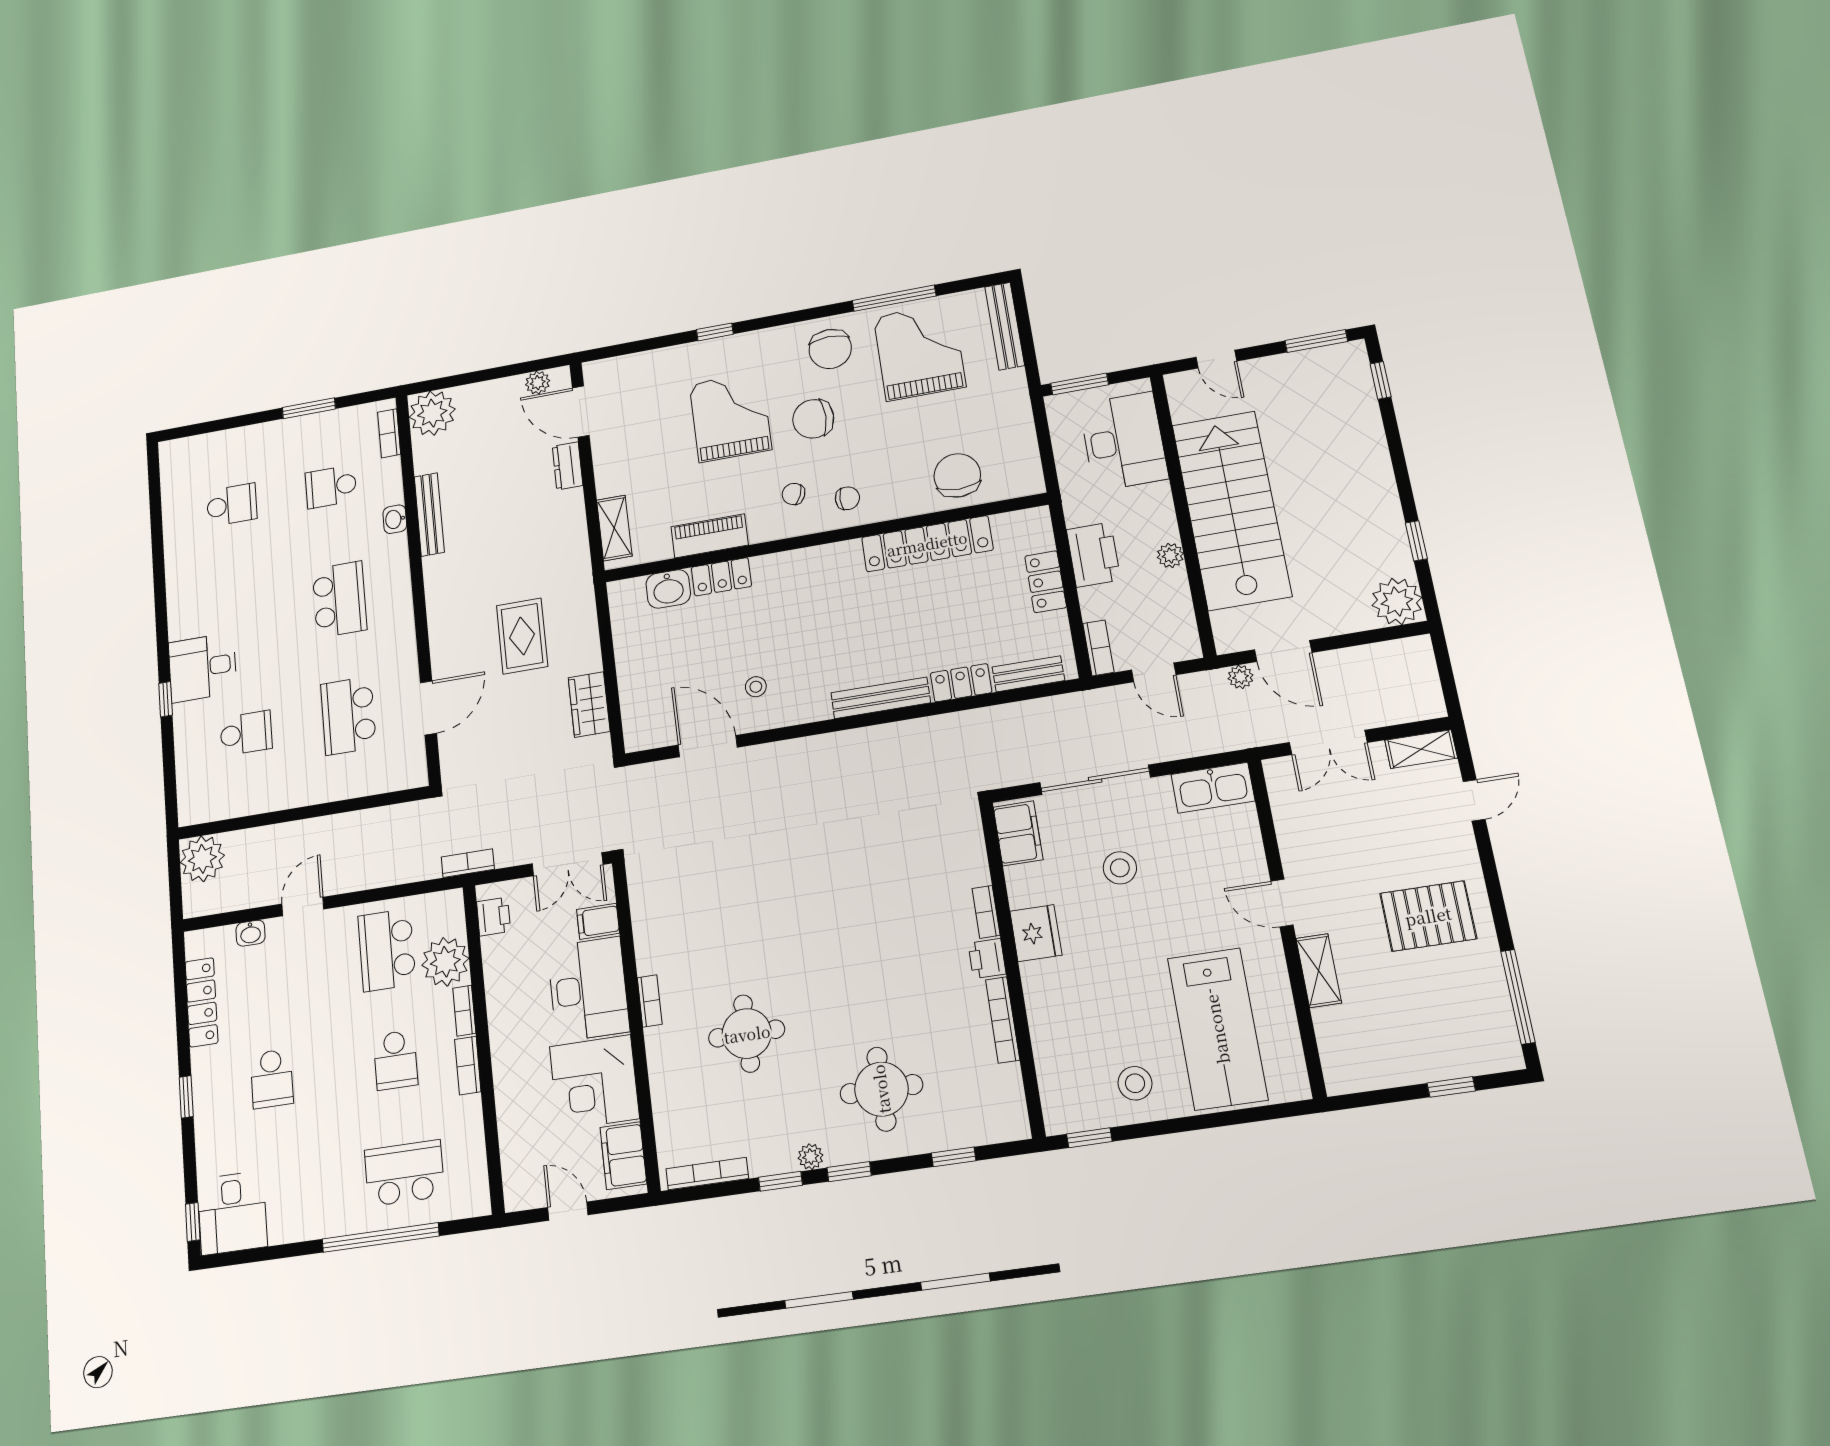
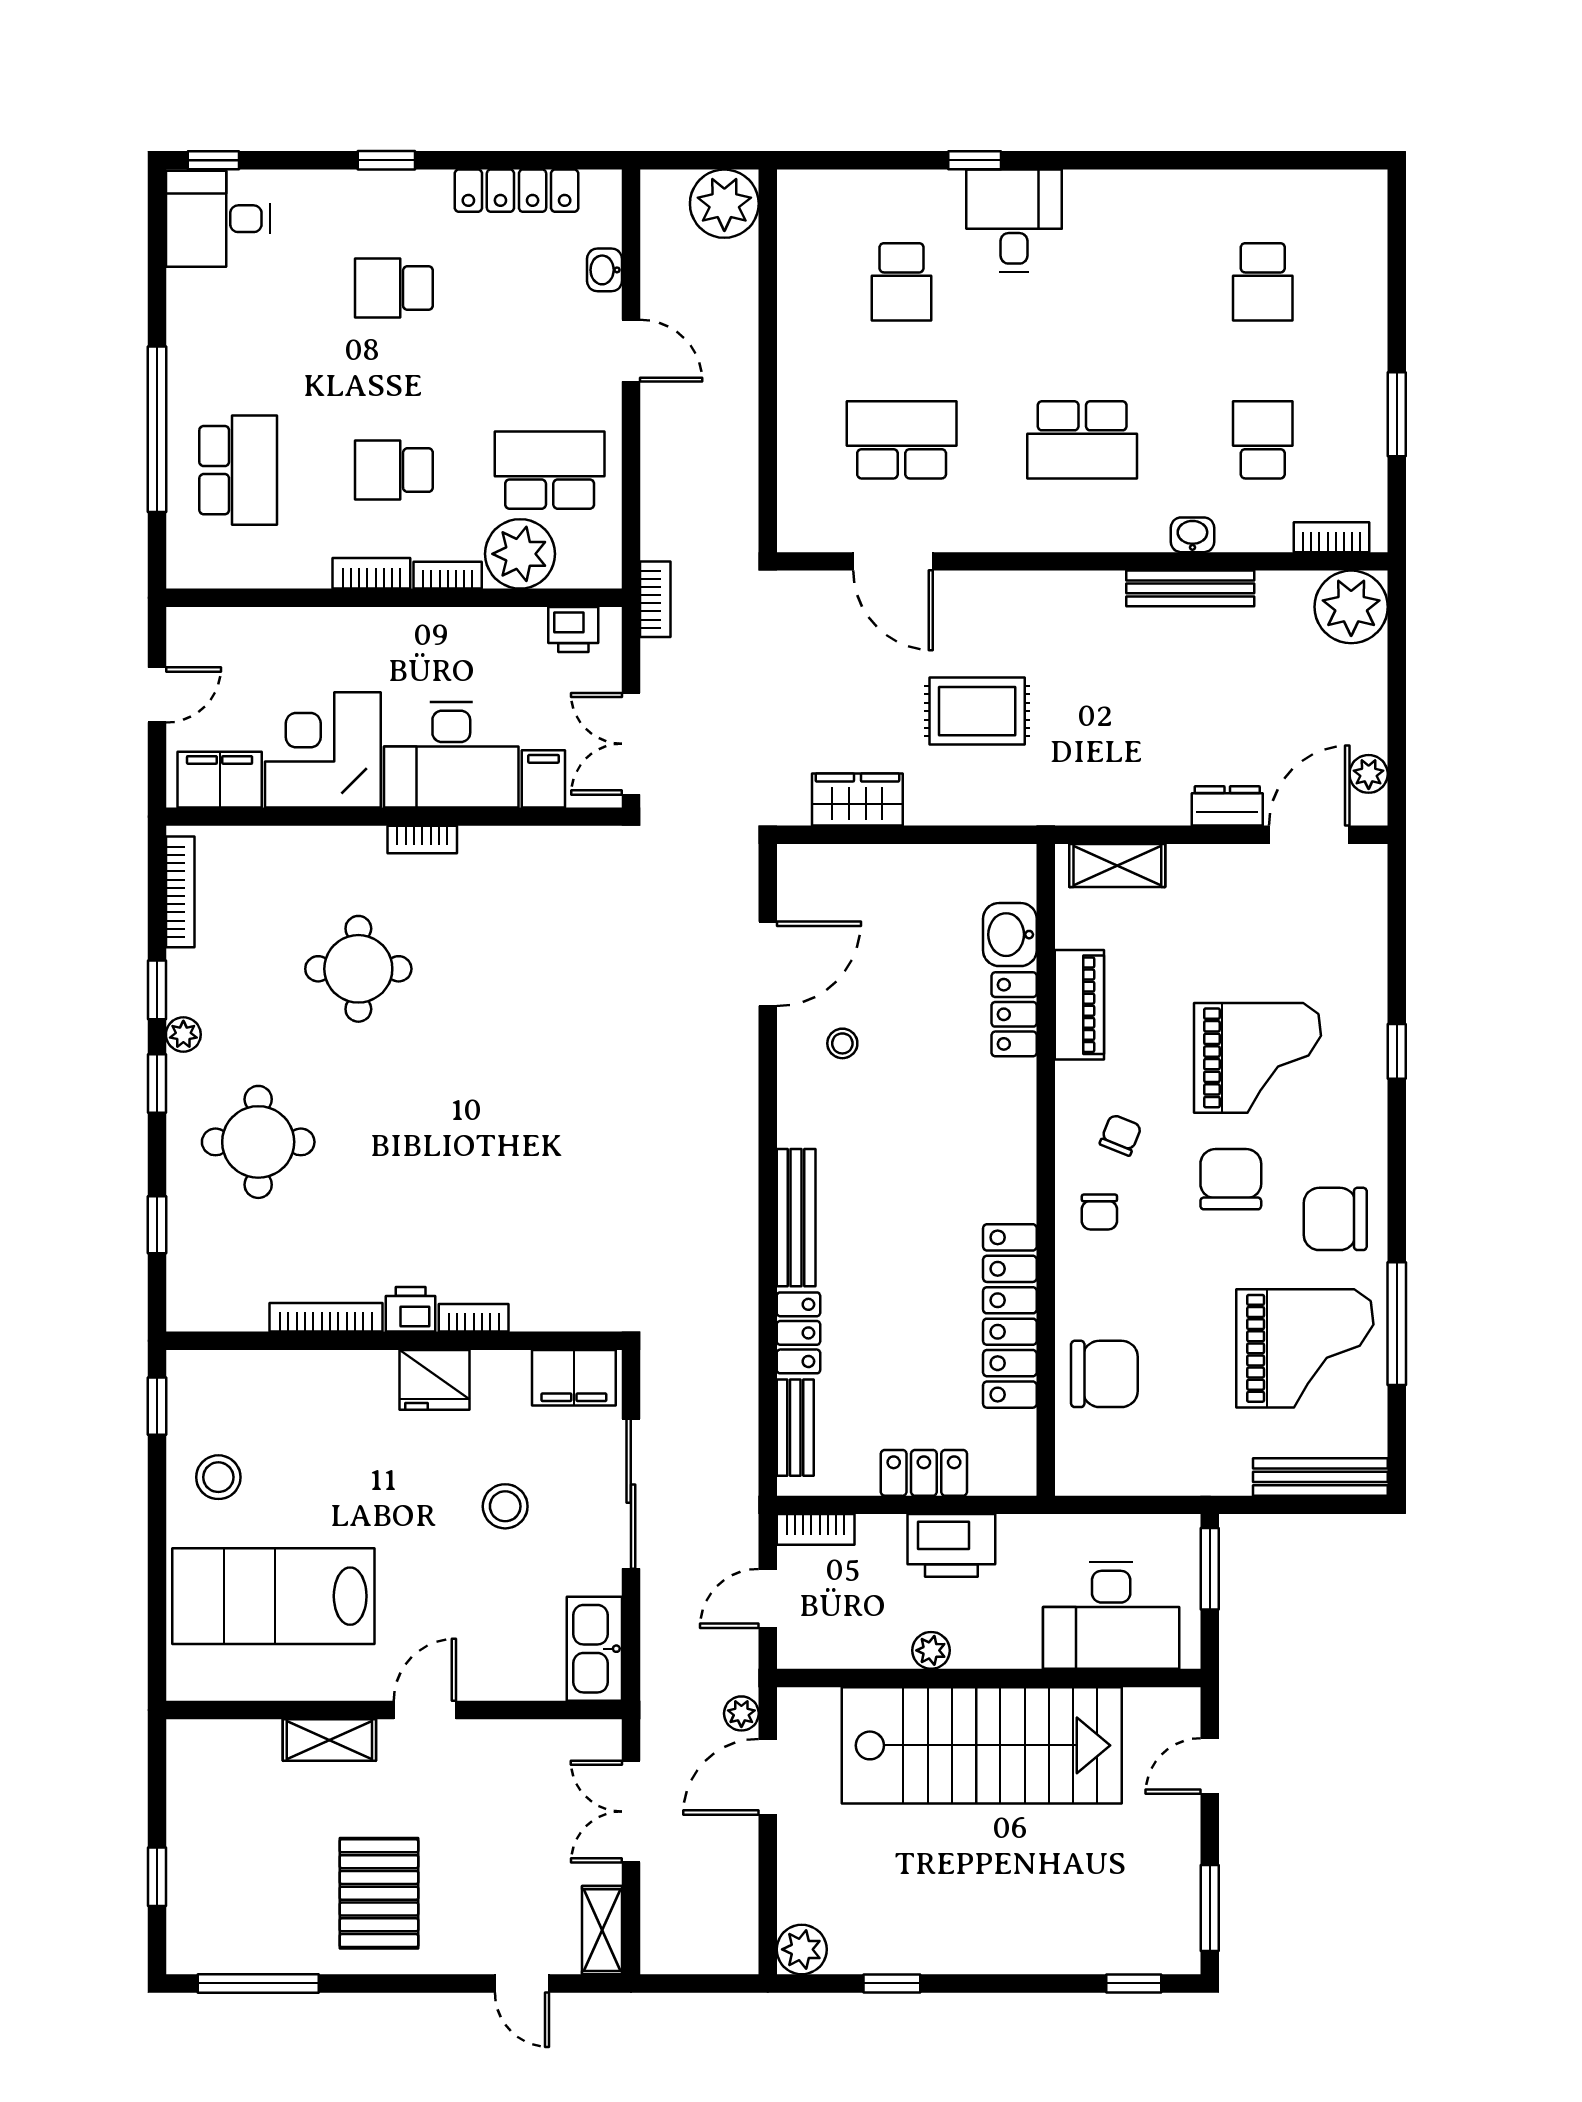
plant: (1397, 601) -> (802, 1949), width x0.73, depth x0.73

